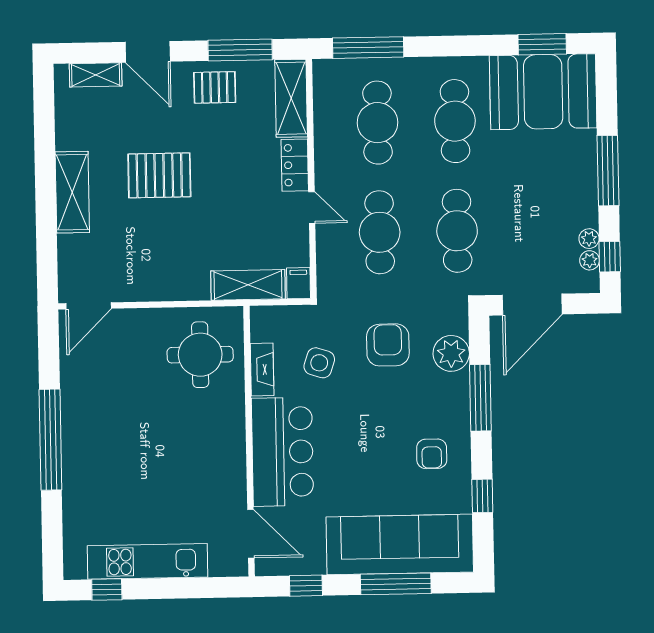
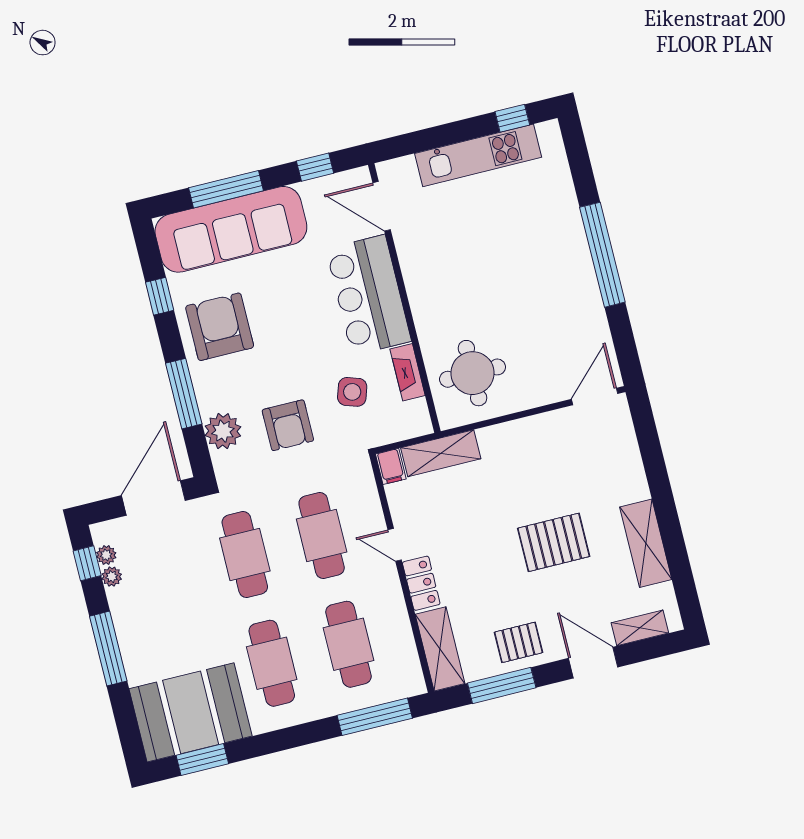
shelving: (72, 192) -> (646, 543), moved
armchair: (432, 454) -> (220, 327), width x1.88, depth x1.88

